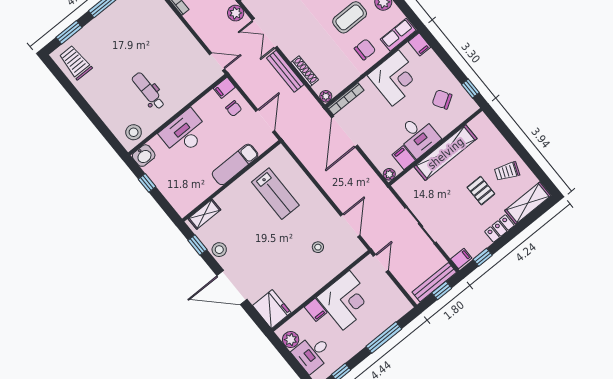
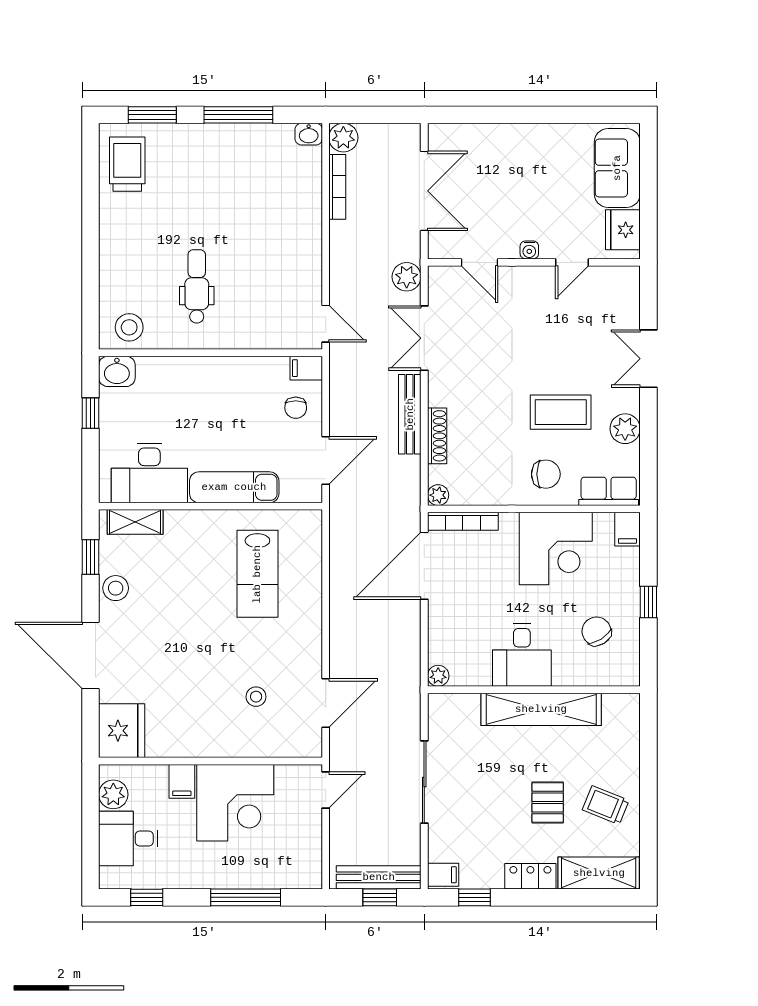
window: (470, 89) -> (648, 602), moved
desk: (184, 133) -> (149, 473), moved, turned 180
filing cabinet: (404, 158) -> (477, 669), removed

